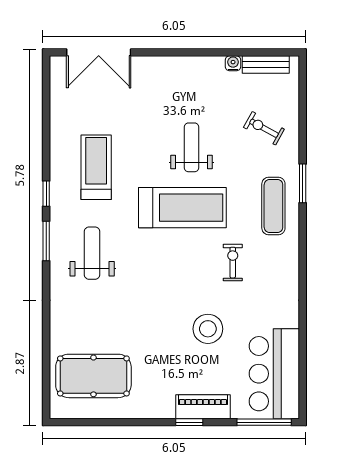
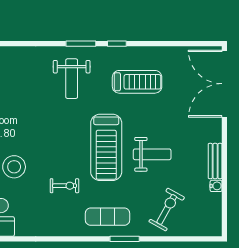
double door: (99, 52) -> (224, 84), width x1.36
bench: (266, 65) -> (215, 161), moved
exercise bike: (264, 128) -> (167, 209), width x1.38, depth x1.39
weight bench: (92, 253) -> (72, 79), turned 90

